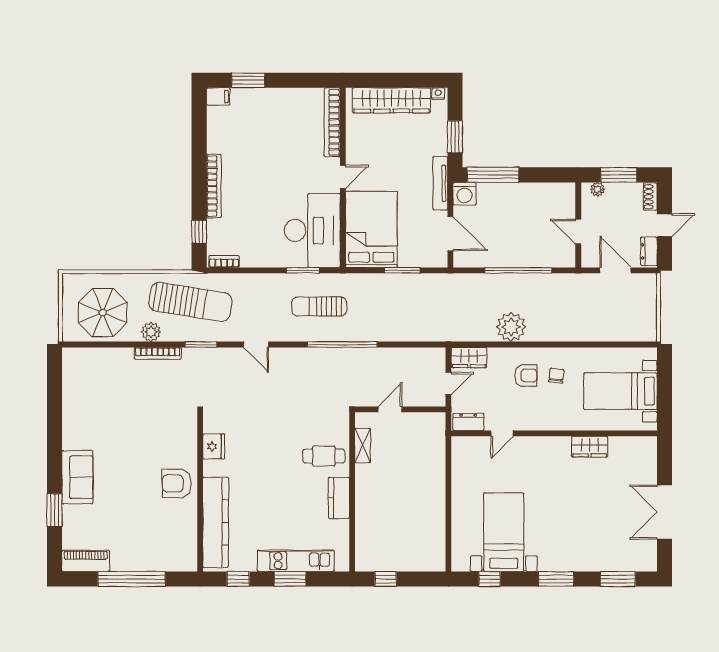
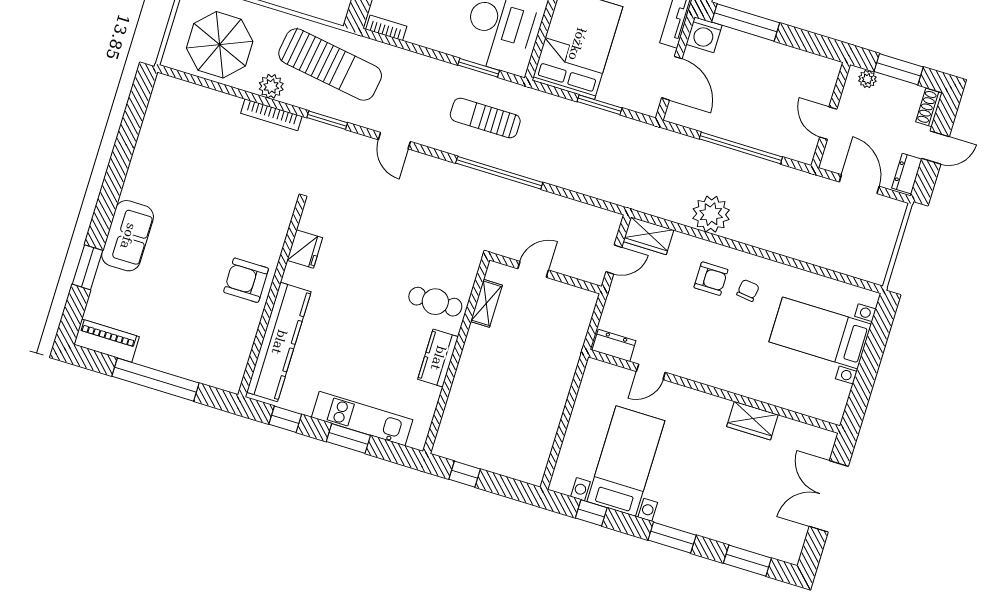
dresser: (468, 422) -> (614, 345), moved
door: (502, 433) -> (651, 372), moved
wall: (554, 433) -> (714, 391), moved
wardrobe: (590, 447) -> (752, 421), moved

